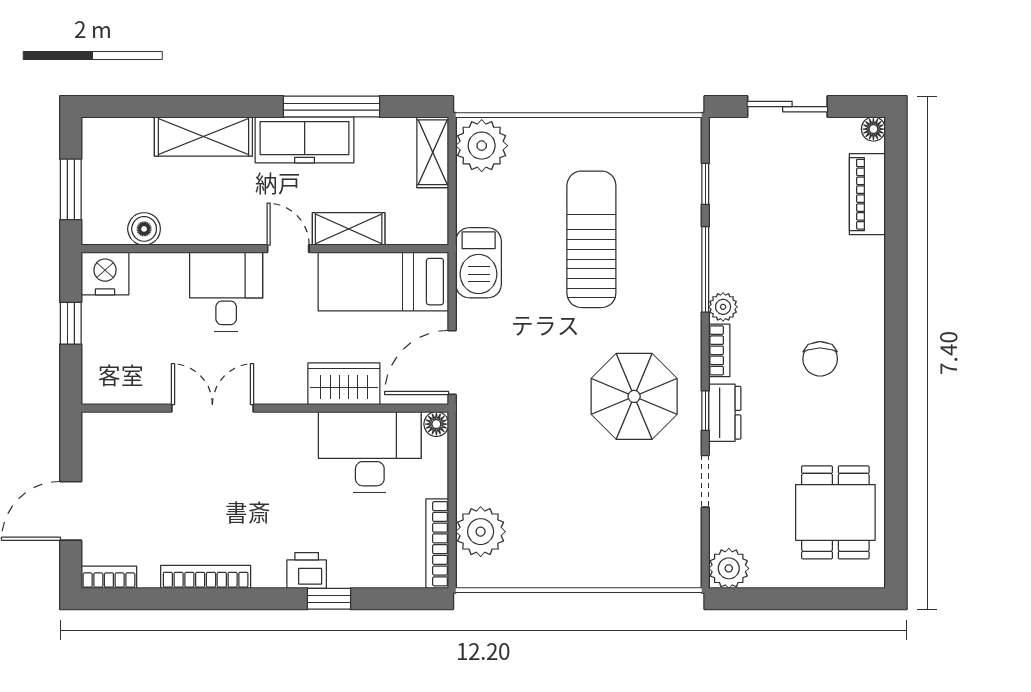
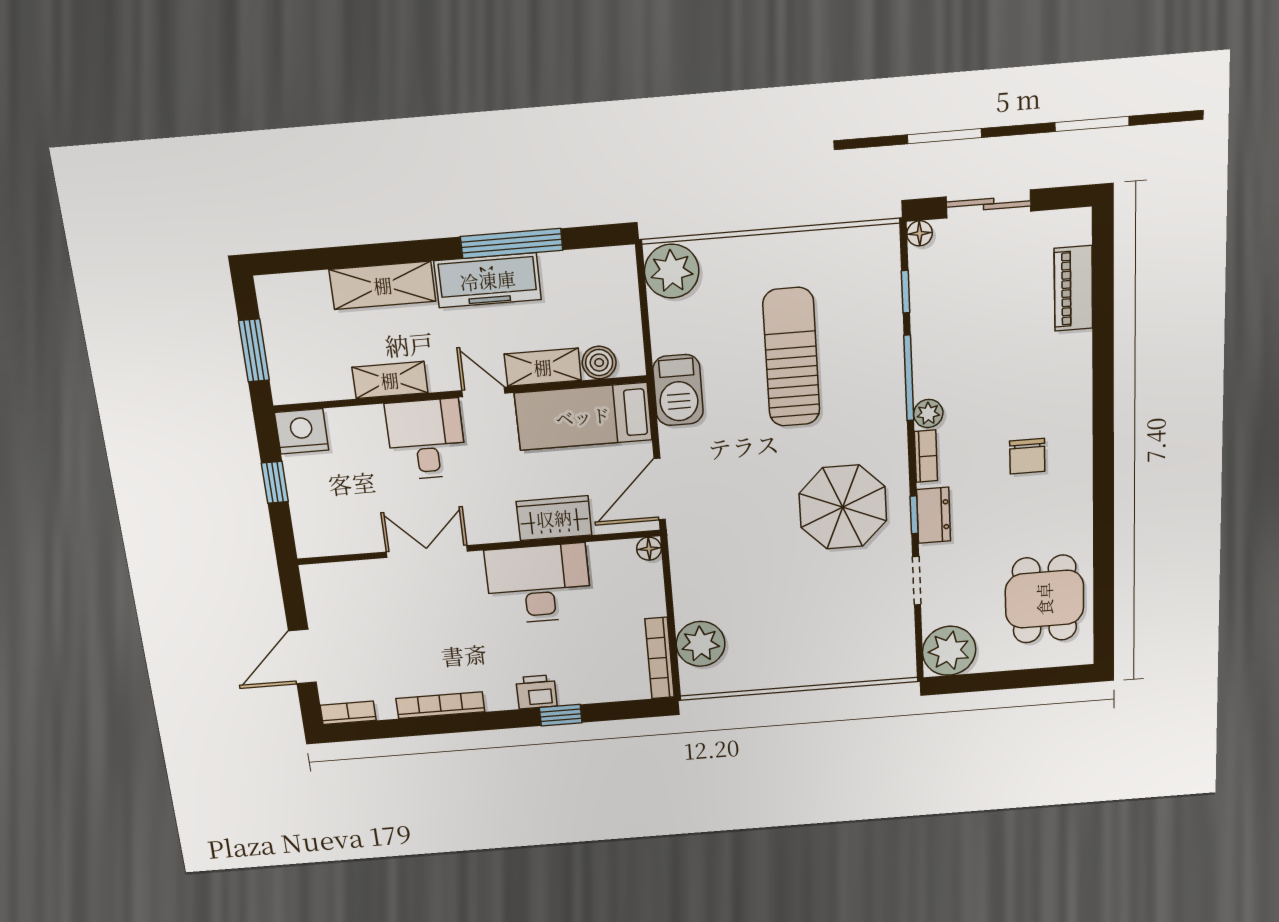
floor lamp: (873, 129) -> (920, 233), moved
shelving: (433, 152) -> (390, 380), moved, turned 90
boiler: (144, 229) -> (599, 363), moved
desk: (370, 452) -> (538, 584), moved
plant: (729, 568) -> (949, 651), width x1.36, depth x1.36

